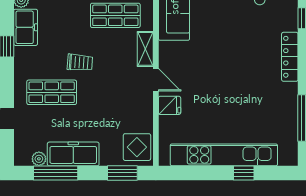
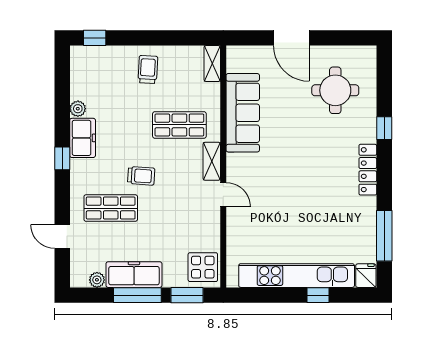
fridge: (170, 105) -> (366, 276), moved, turned -90
window: (56, 173) -> (137, 295), moved

